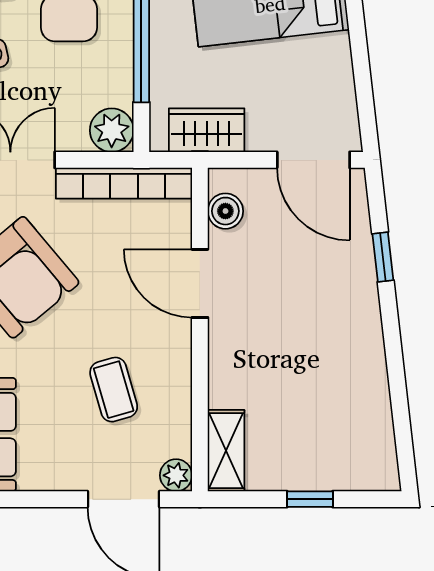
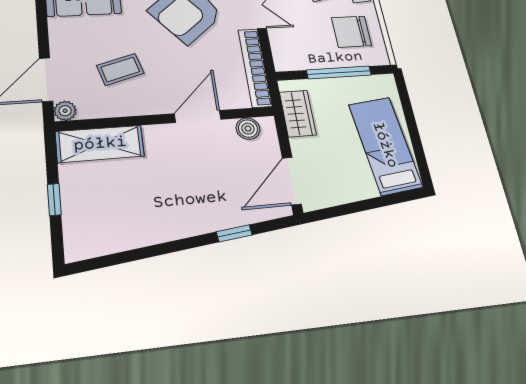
plant: (112, 130) -> (286, 59), removed
shelving: (226, 451) -> (100, 144), width x1.50, depth x1.33

